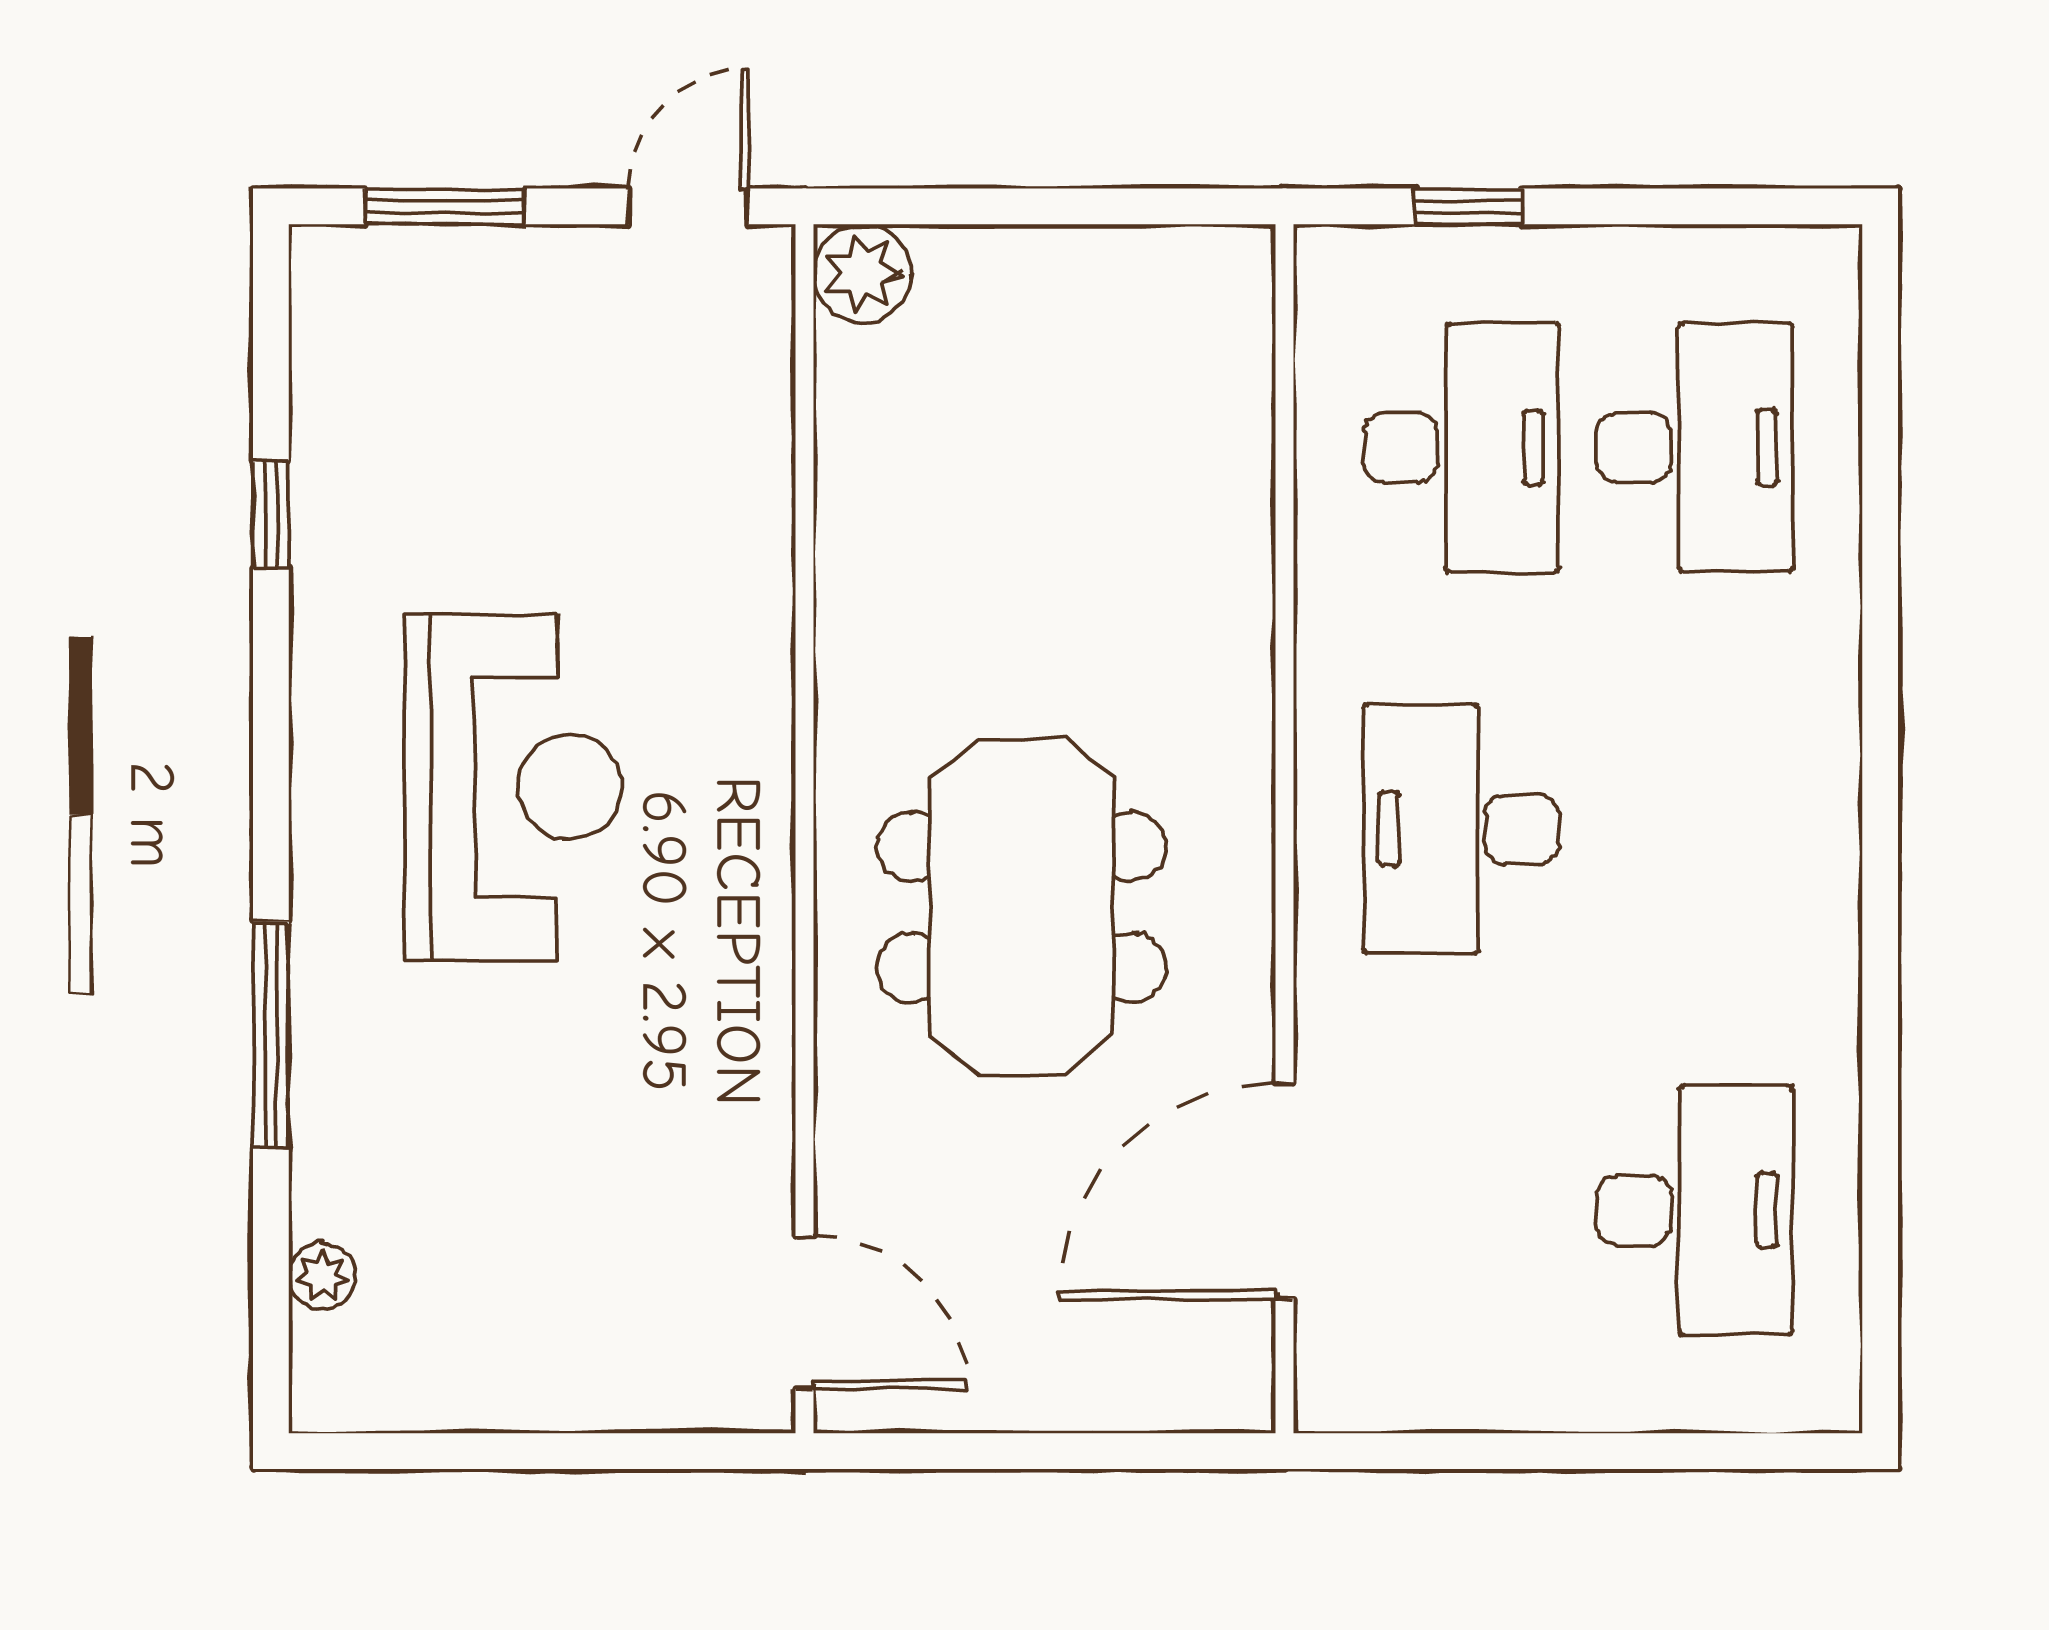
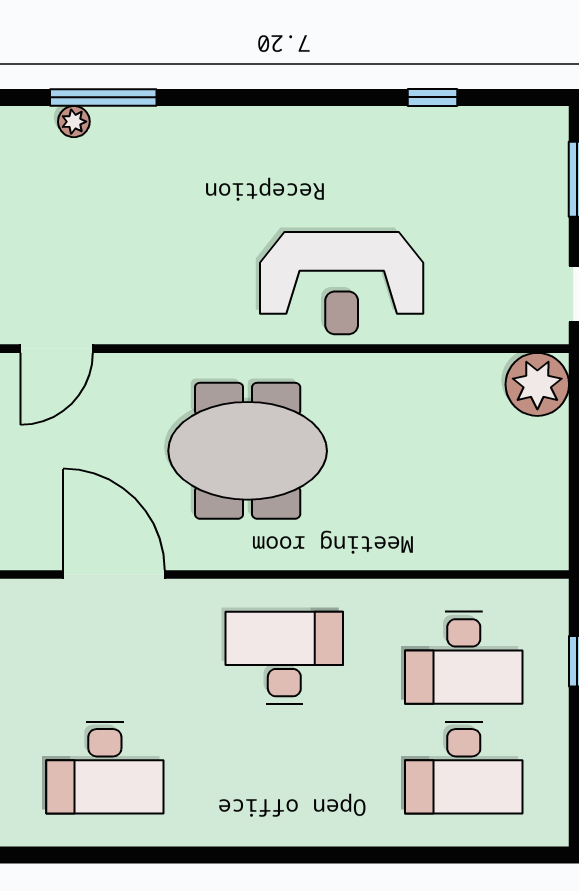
plant: (863, 273) -> (537, 384), width x1.36, depth x1.36
reception desk: (513, 787) -> (342, 283), moved
window: (271, 1035) -> (103, 97), moved

